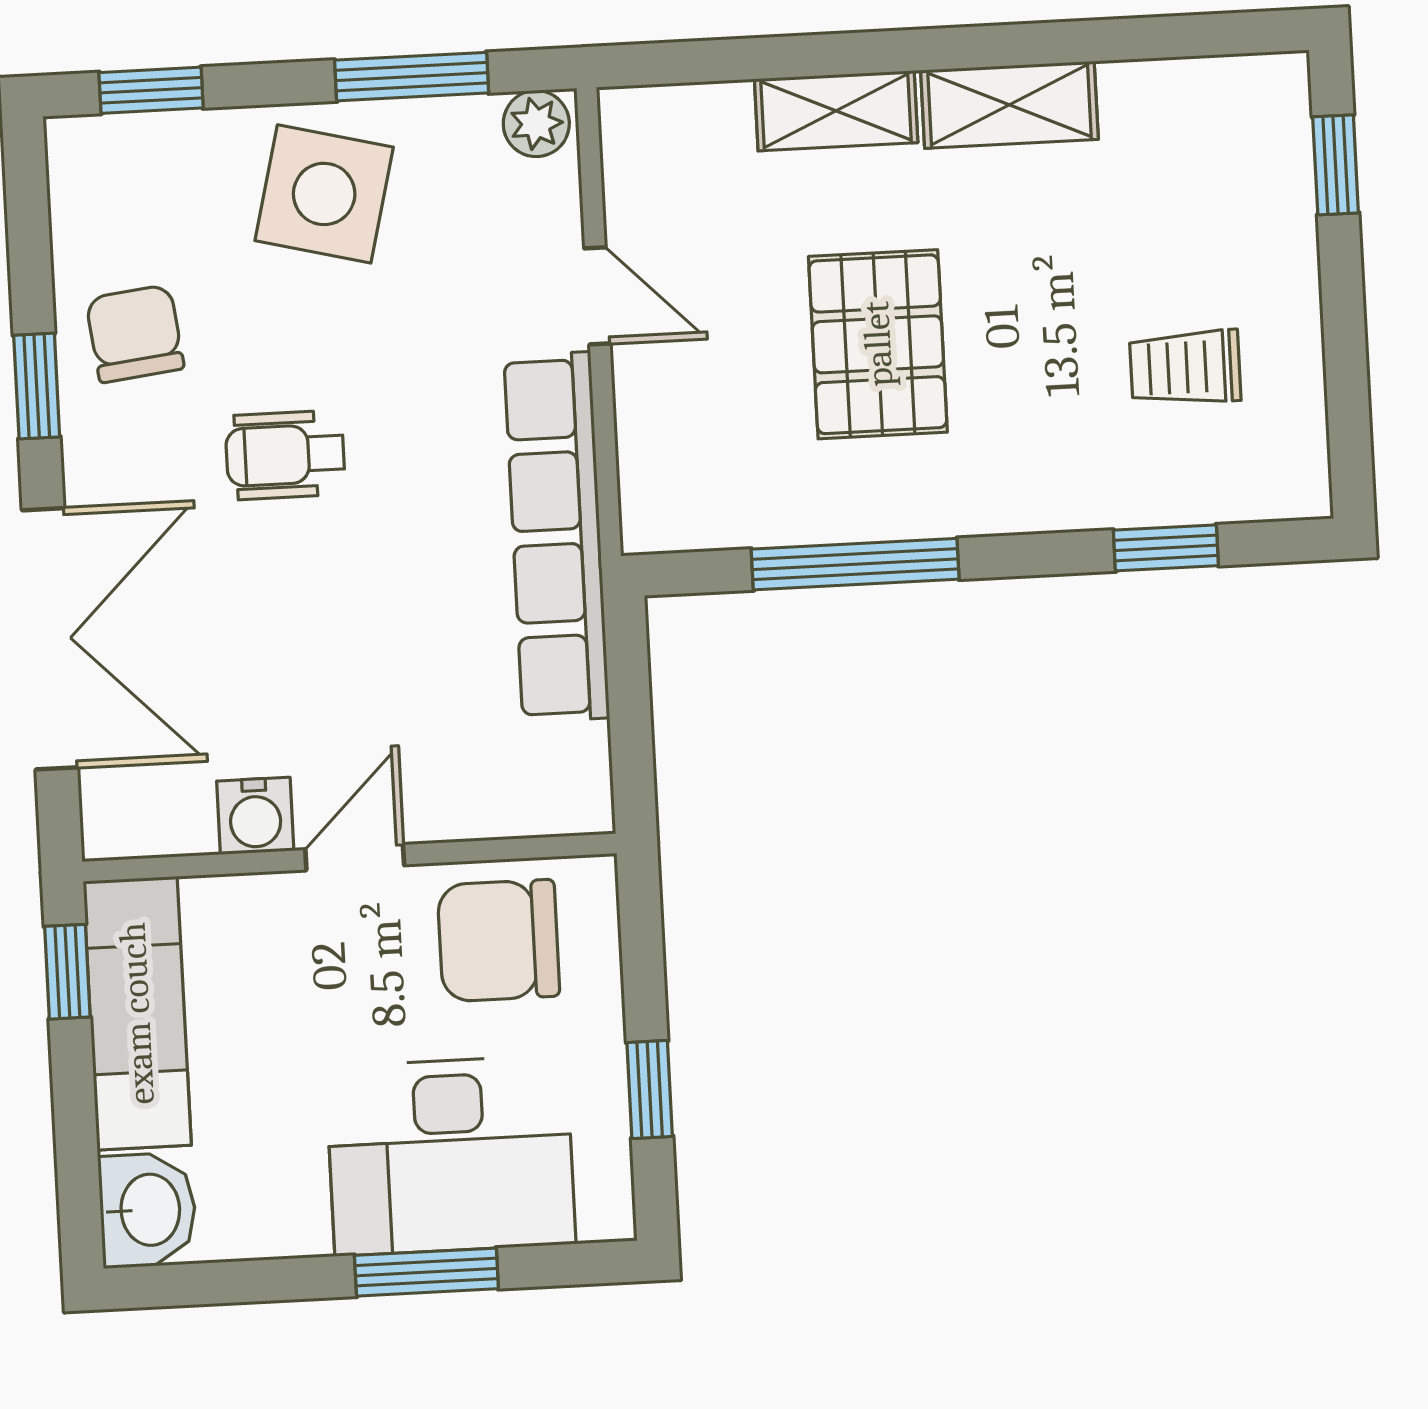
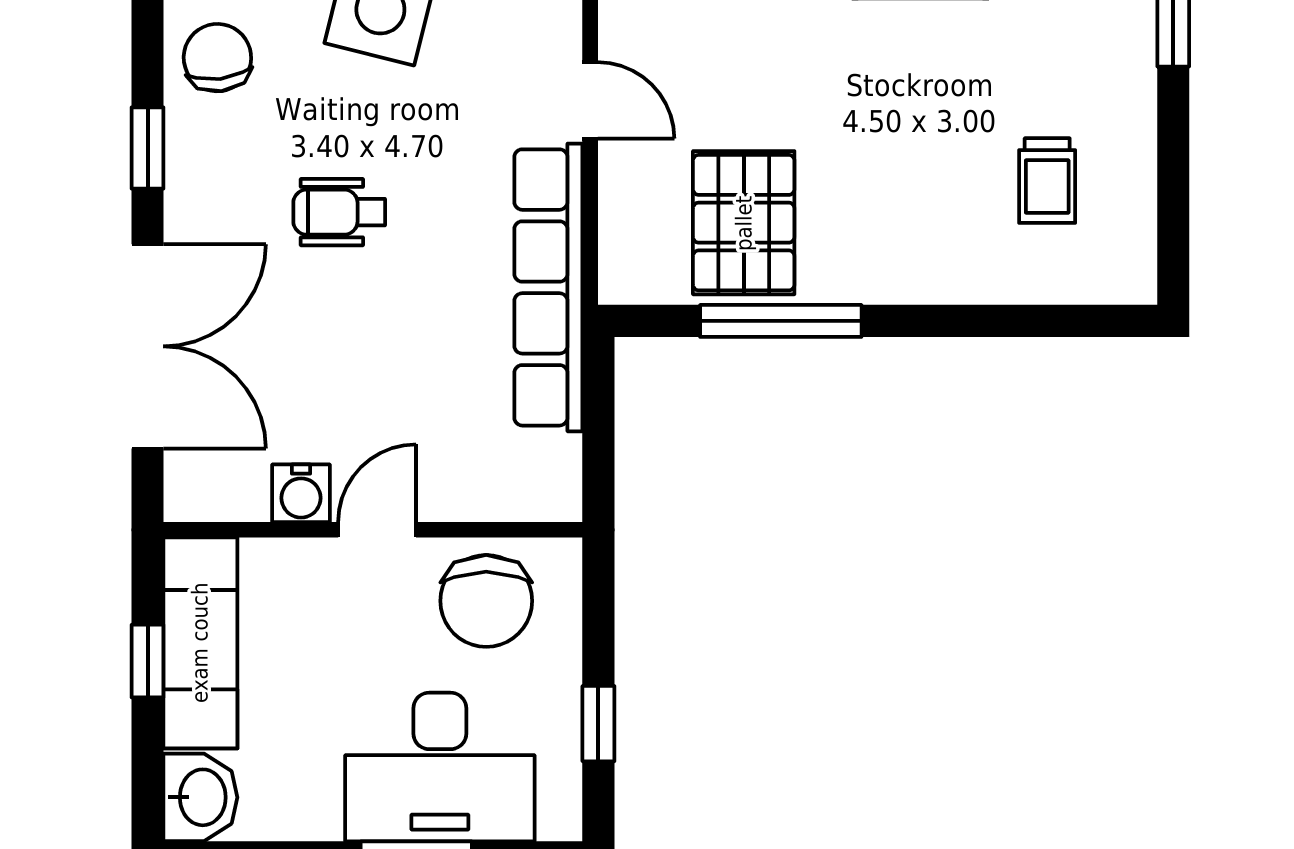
chair: (135, 334) -> (217, 58), moved
pallet: (878, 344) -> (744, 223), moved
trolley: (1185, 368) -> (1047, 181), turned -90
window: (1166, 548) -> (1025, 321), removed
chair: (498, 941) -> (486, 601), turned -90
window: (67, 972) -> (148, 661), moved

